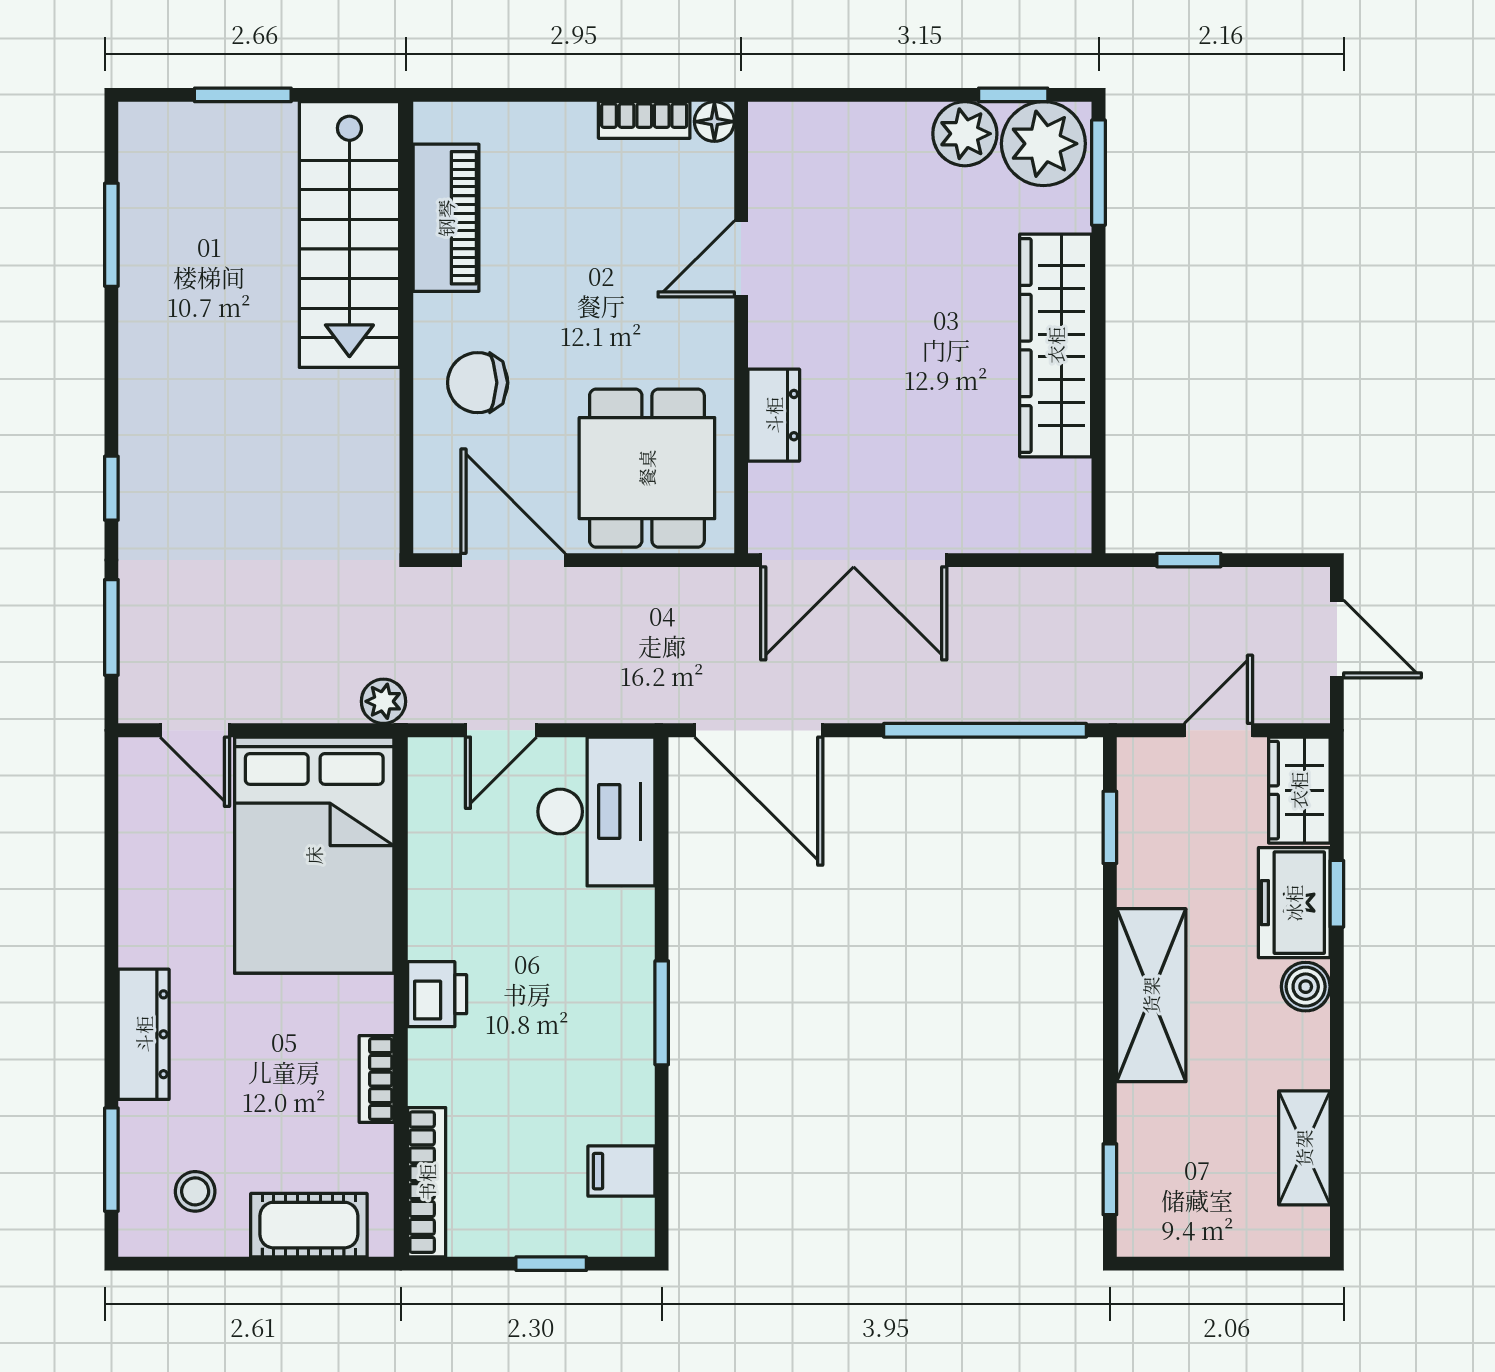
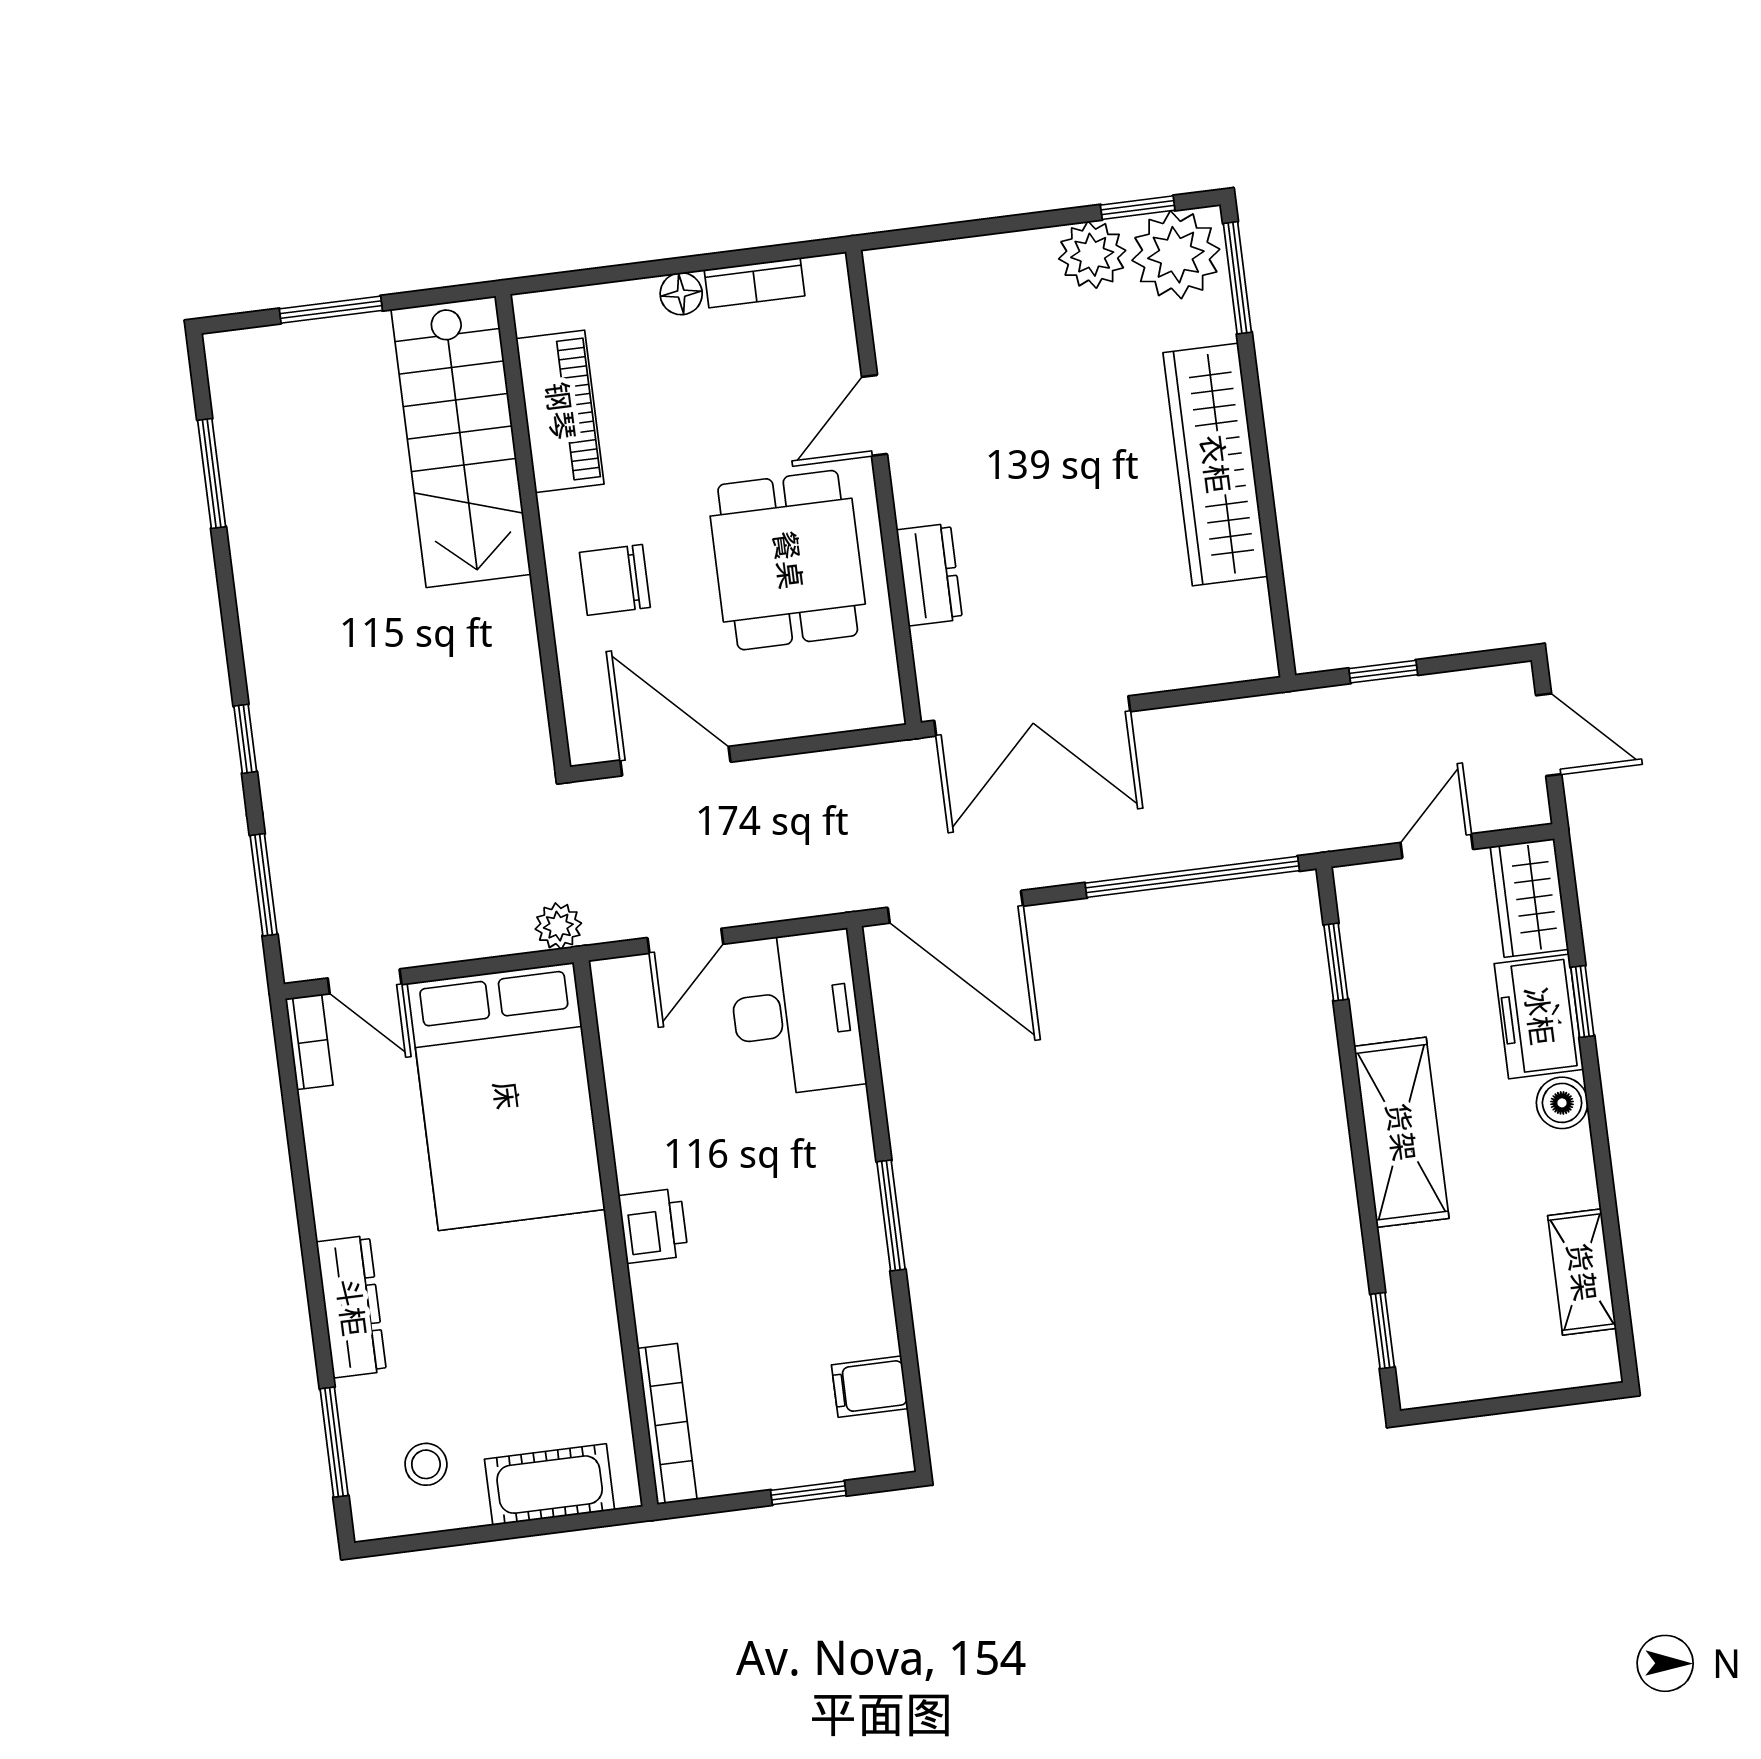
floor lamp: (714, 122) -> (681, 294), moved
dining table: (647, 468) -> (788, 560), moved
bookcase: (377, 1079) -> (309, 1042), moved, turned 180

